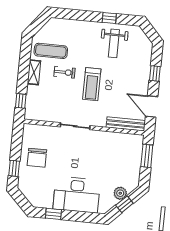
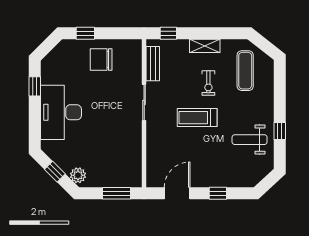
exercise mat: (51, 51) -> (245, 71), moved
bench: (126, 124) -> (153, 64), moved, width x0.73
plant: (120, 193) -> (78, 175), moved

